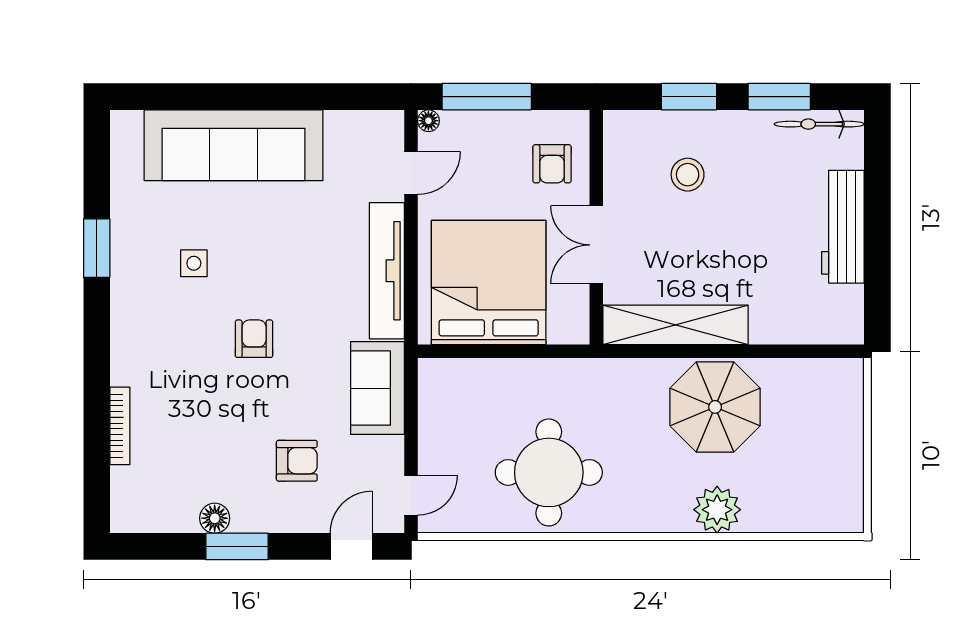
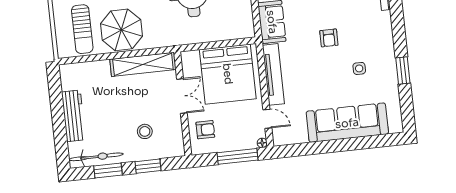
bicycle: (819, 124) -> (96, 157), width x1.37, depth x1.40
armchair: (552, 164) -> (205, 130), turned 90
door: (411, 173) -> (267, 119), swing flipped
sun lounger: (802, 418) -> (82, 29), added

